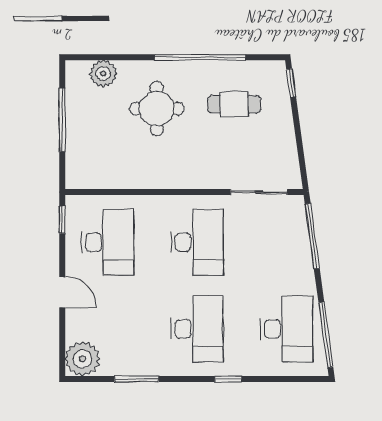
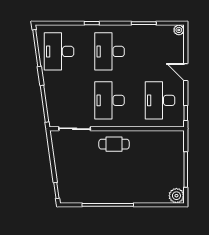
plant: (103, 74) -> (176, 196), moved
cafe table: (234, 104) -> (114, 144), moved
round table: (157, 109) -> (132, 176), removed
plant: (82, 359) -> (179, 30), width x0.53, depth x0.53

